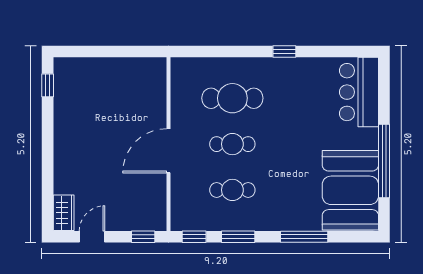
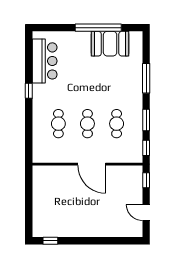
bar counter: (359, 92) -> (45, 61), moved, turned -90
cafe table: (232, 98) -> (58, 124), width x0.73, depth x0.74
booth: (350, 190) -> (110, 44), width x0.73, depth x0.70
wardrobe: (64, 213) -> (131, 231), removed

